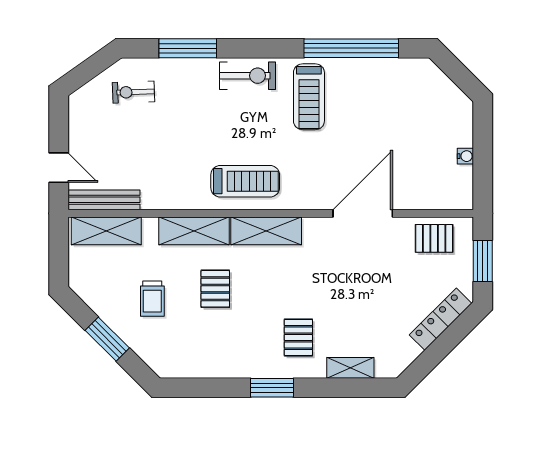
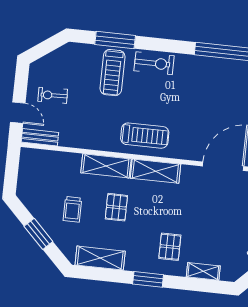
exercise bike: (133, 92) -> (53, 95), moved
treadmill: (309, 97) -> (113, 73), moved
bench: (104, 200) -> (40, 137), width x0.73
shelving: (106, 231) -> (100, 258), moved

